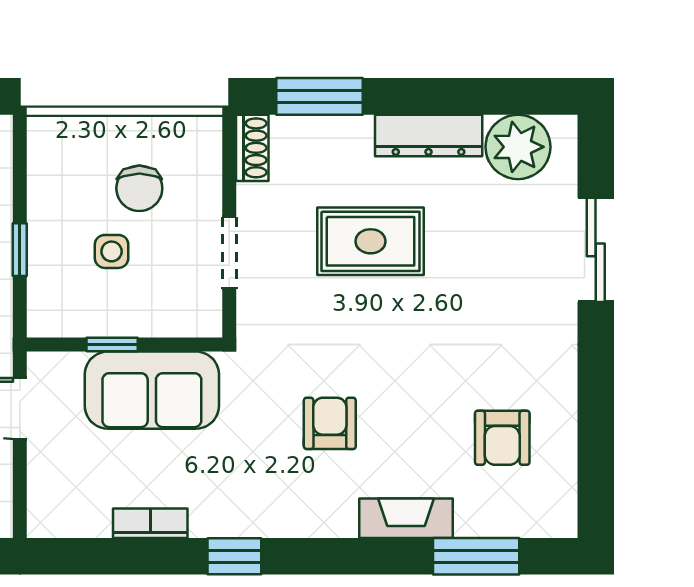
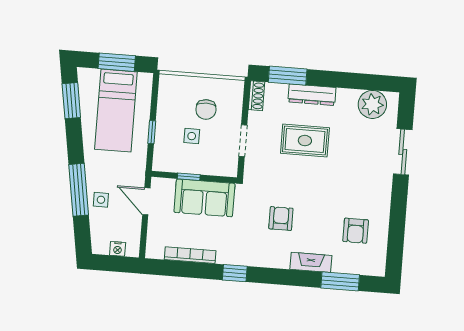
dresser: (429, 136) -> (312, 95), moved
bookcase: (150, 523) -> (190, 255), width x1.56

